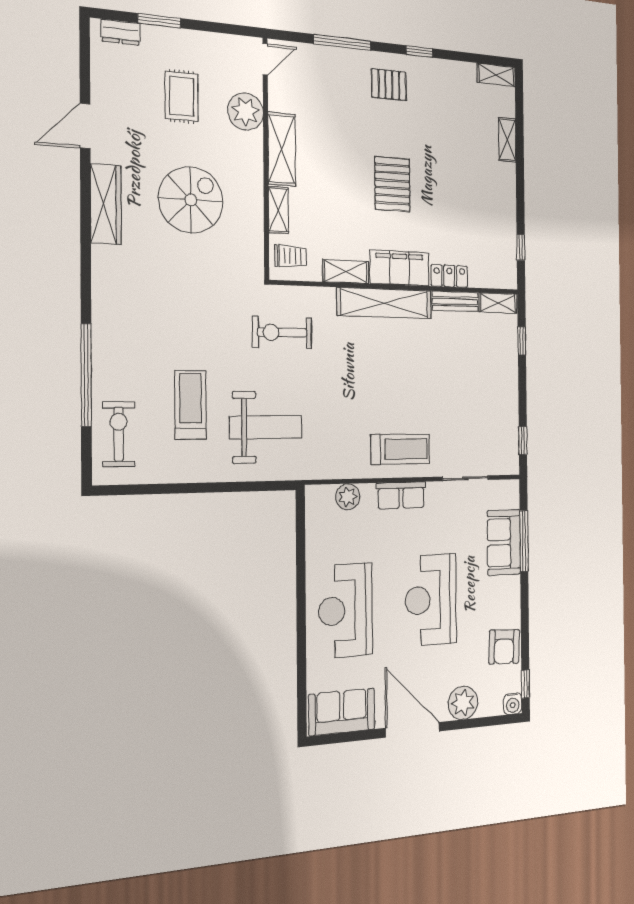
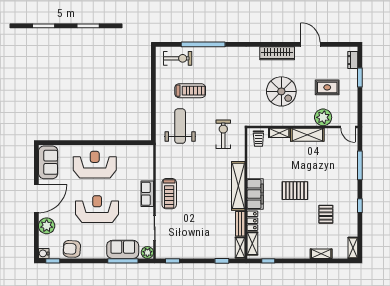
pallet: (389, 85) -> (326, 214), moved
shelving: (346, 272) -> (252, 244), moved
weight bench: (266, 427) -> (180, 126), turned 180
plant: (348, 497) -> (147, 252), moved

